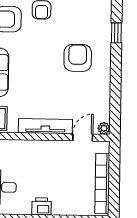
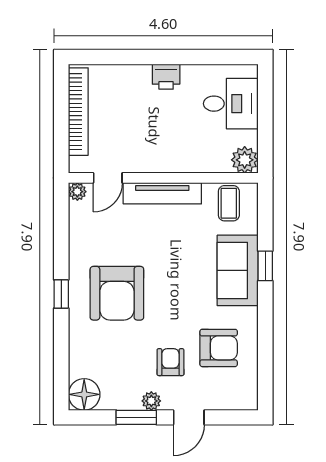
window: (116, 33) -> (61, 294), moved
armchair: (78, 58) -> (117, 293), width x1.36, depth x1.36

